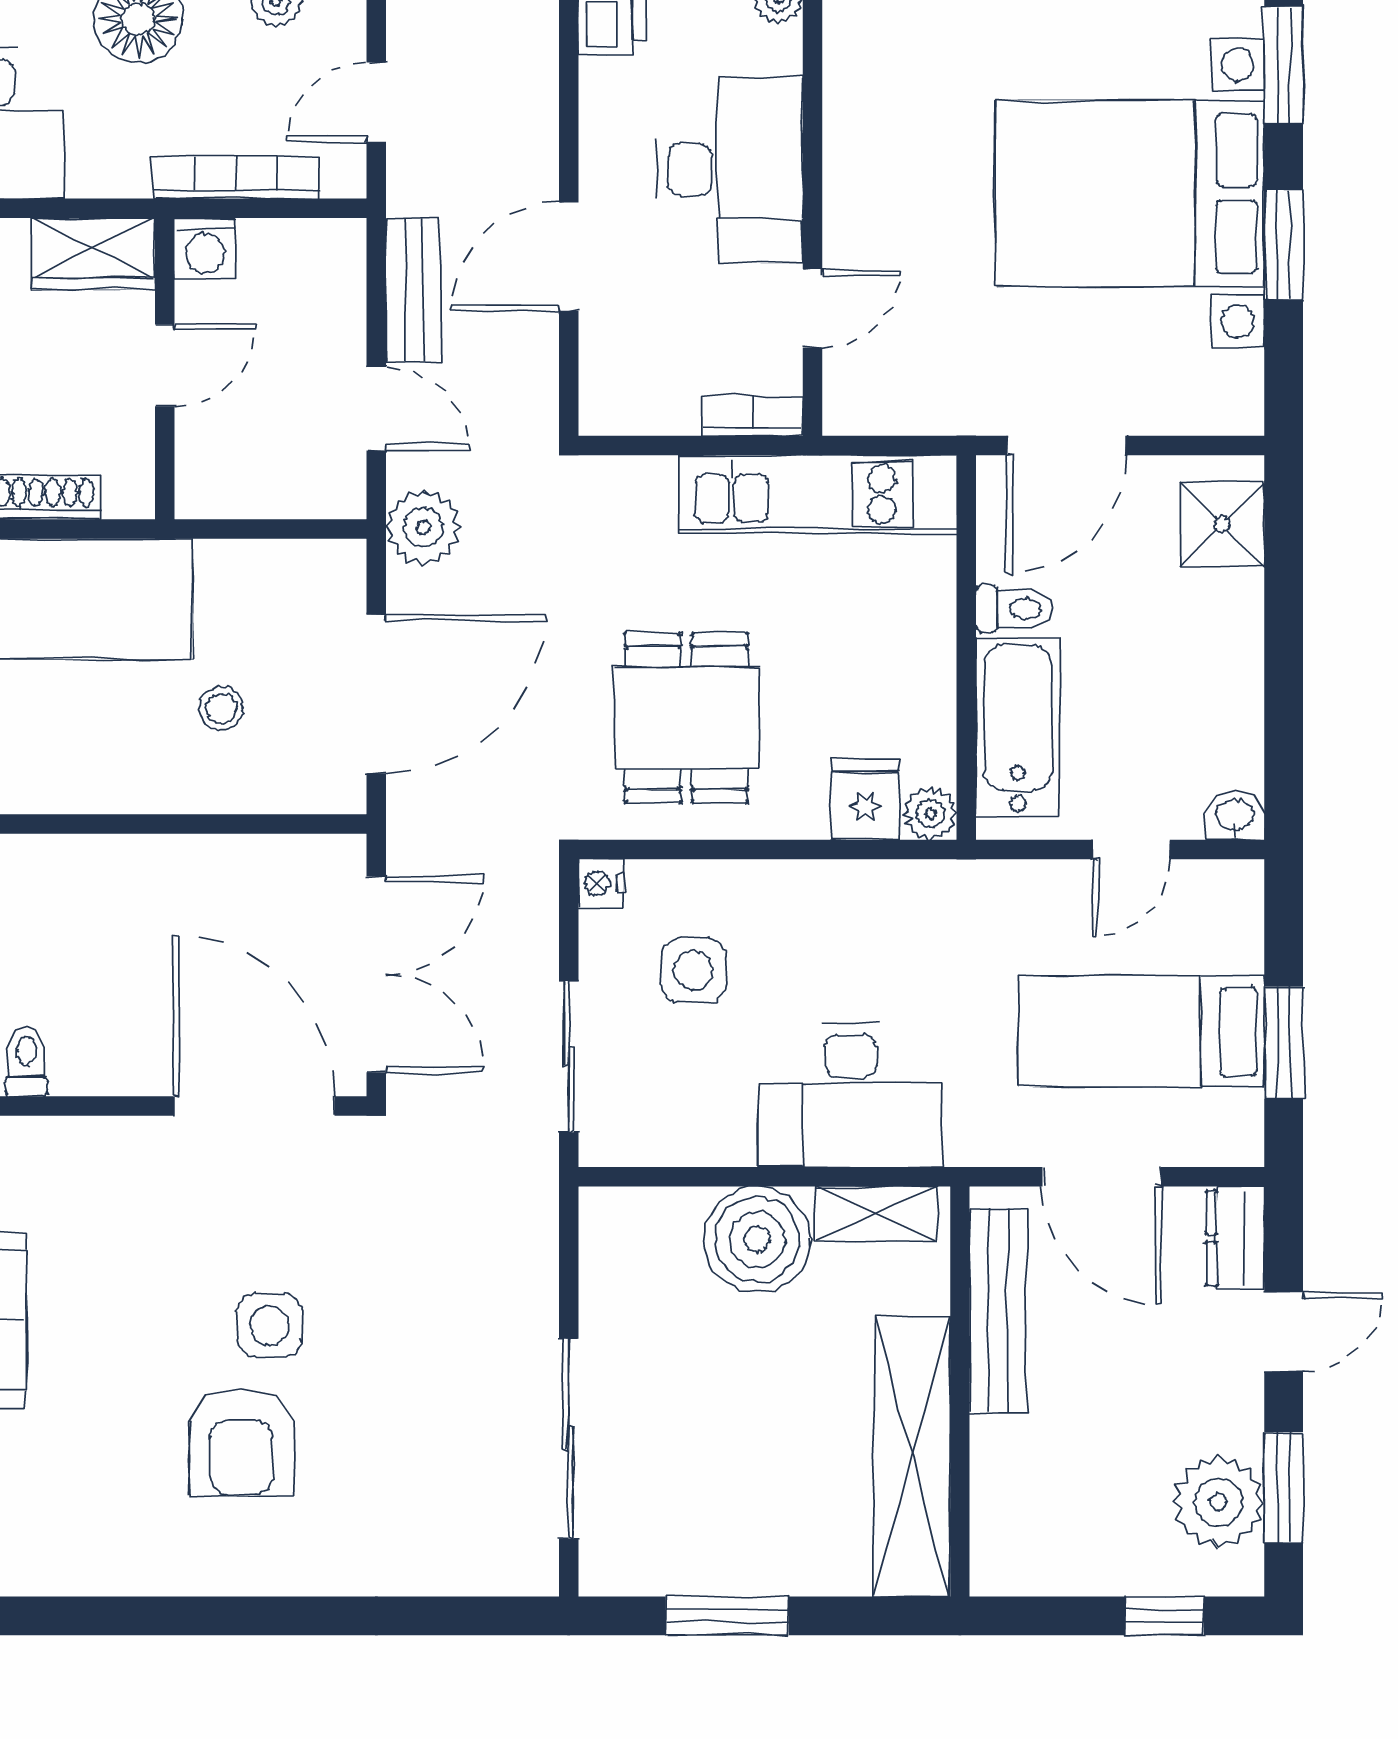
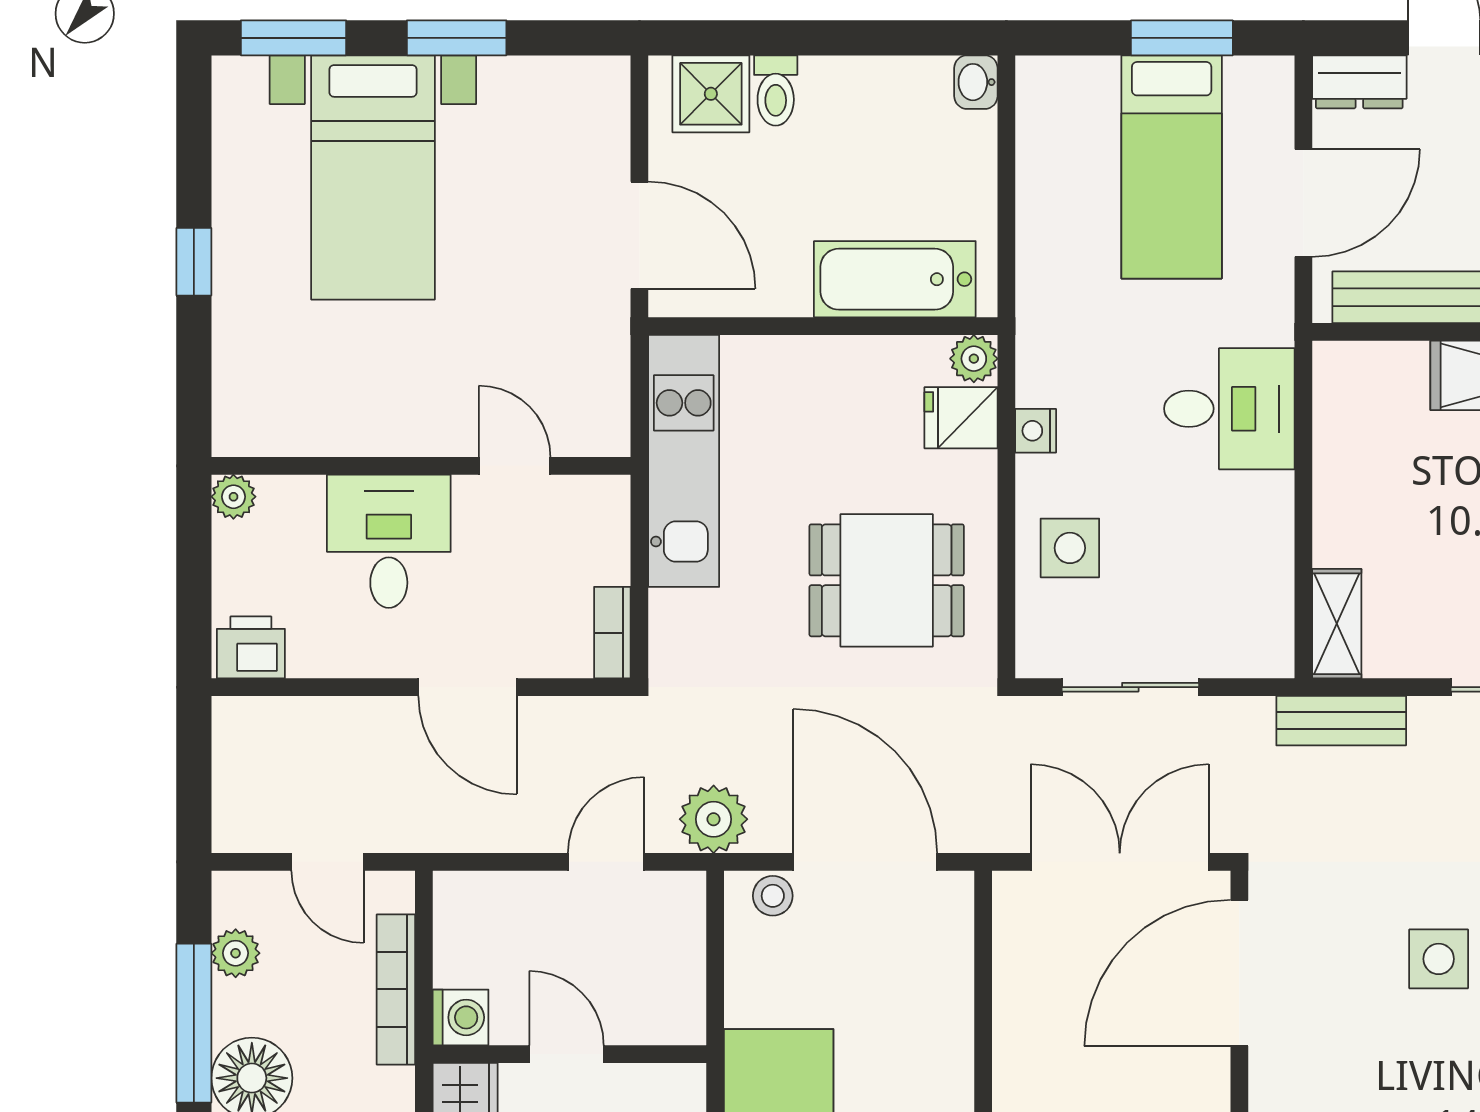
desk: (729, 170) -> (389, 541), width x0.73
bed with nightstands: (1130, 193) -> (373, 177), width x0.73
bench: (413, 290) -> (1341, 721), moved
bookcase: (752, 416) -> (612, 633), moved
toilet: (1015, 609) -> (776, 90), moved, turned 180
stool: (221, 709) -> (773, 896), moved
door: (1131, 850) -> (1006, 177), removed
nightstand: (601, 883) -> (1036, 431), moved, turned 90
side table: (694, 970) -> (1070, 548), moved
sliding door: (569, 1057) -> (1130, 687), moved
desk: (850, 1095) -> (1229, 409), width x0.73
shelving: (876, 1213) -> (1337, 624), moved
boiler: (757, 1239) -> (1360, 516), removed

